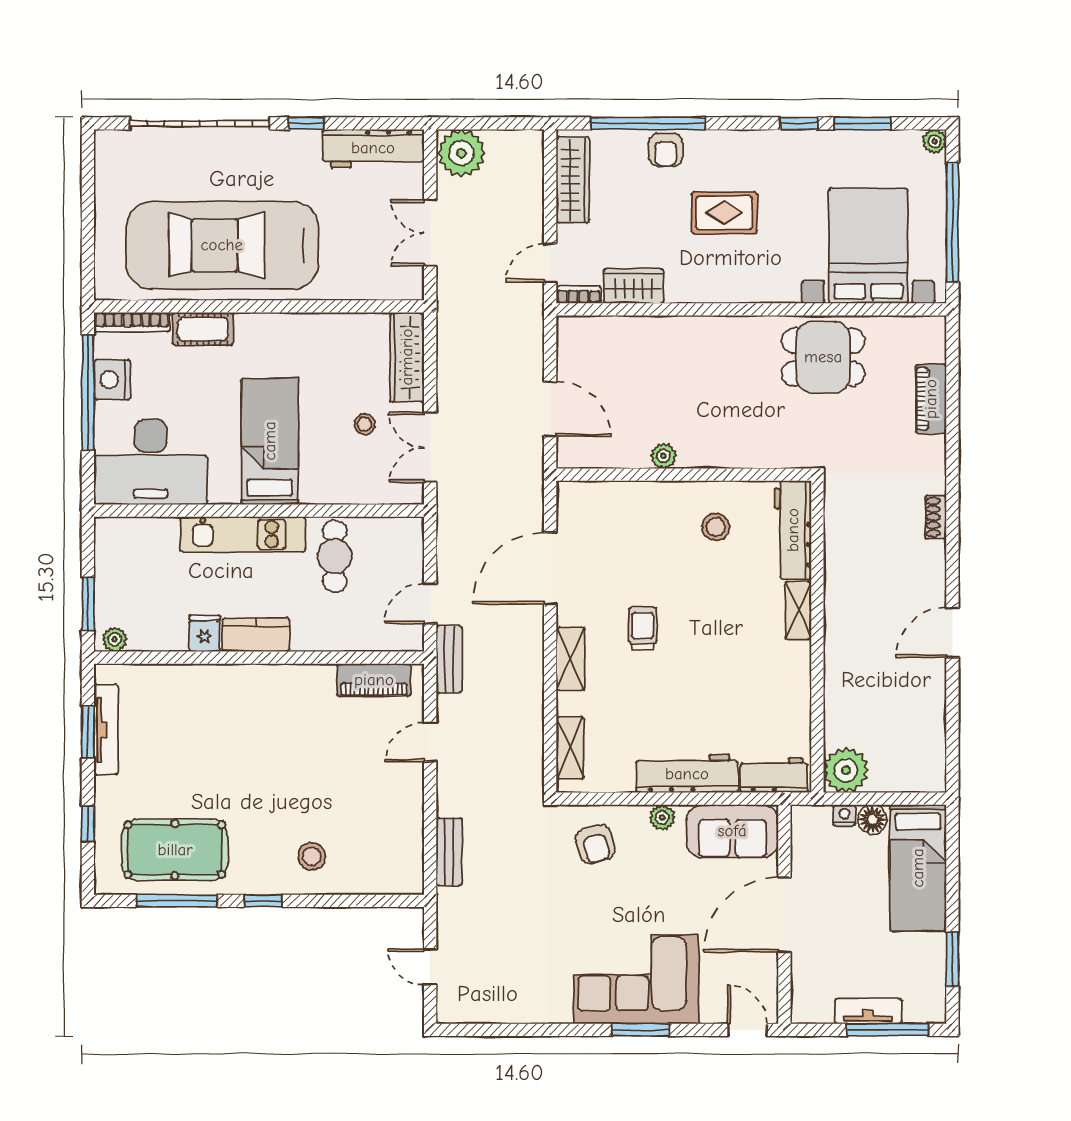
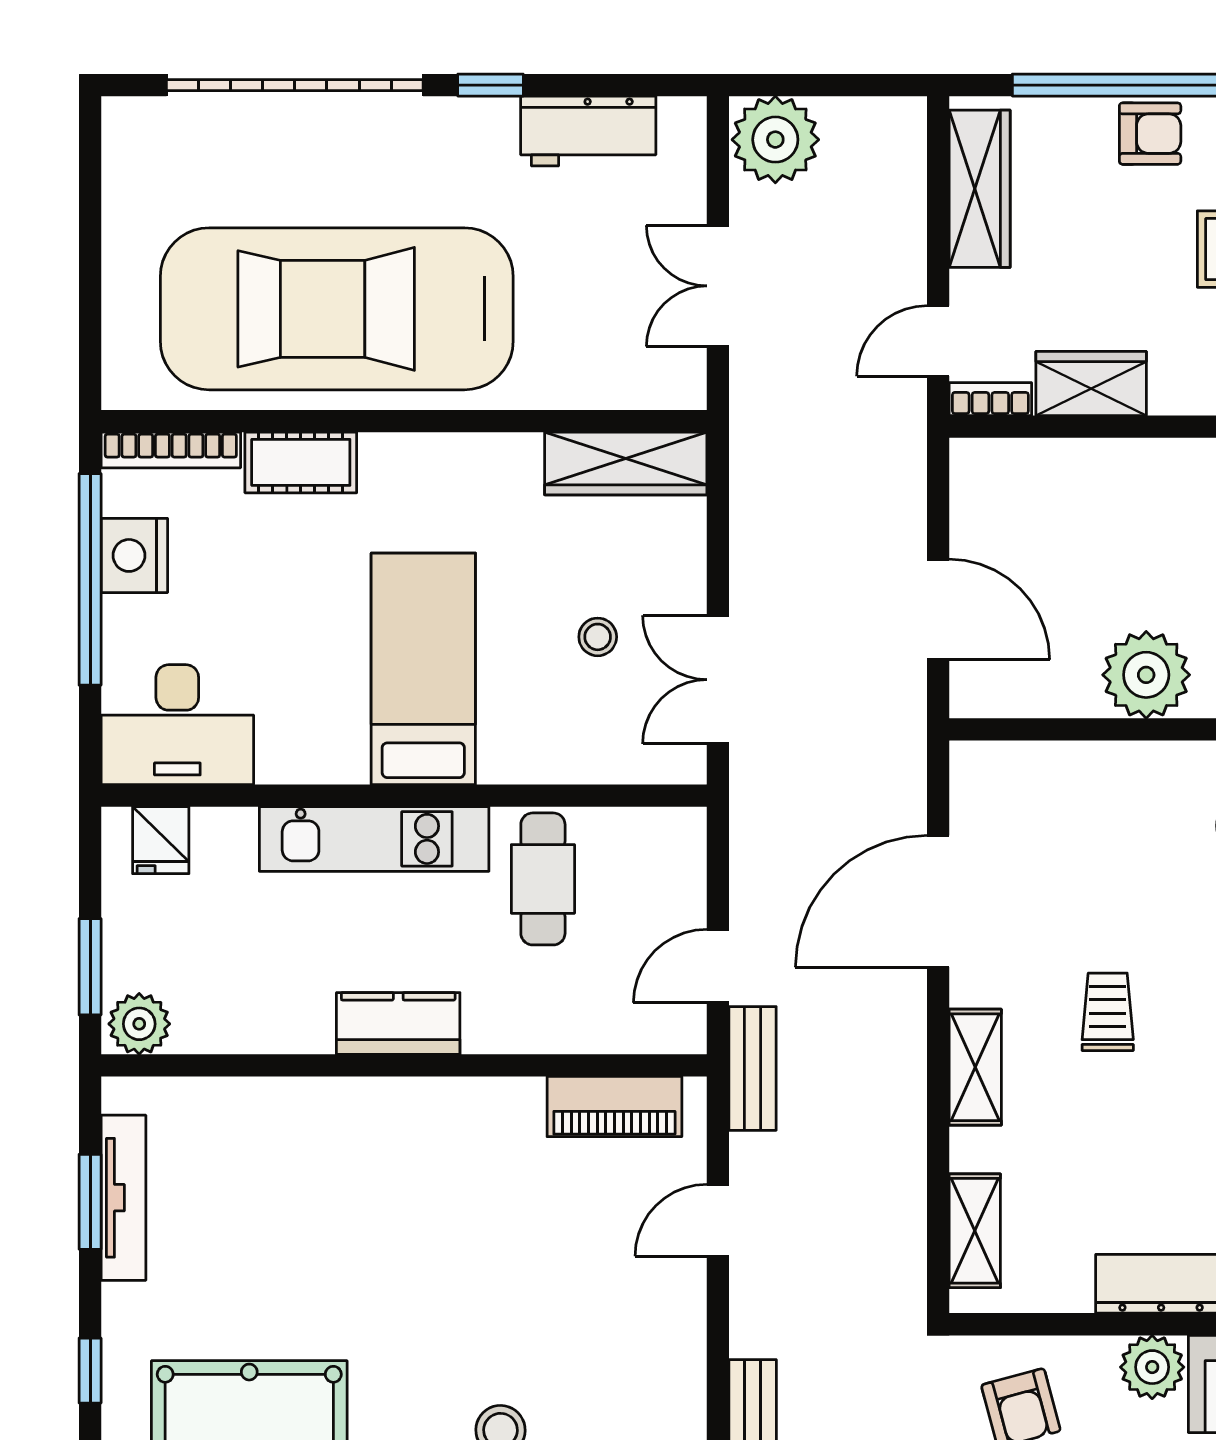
workbench: (373, 148) -> (588, 131), width x0.73
armchair: (666, 150) -> (1150, 134), turned -90
wardrobe: (407, 357) -> (626, 463), moved, turned -90
plant: (664, 456) -> (1146, 675), width x1.88, depth x1.88
desk: (151, 462) -> (177, 725), width x0.73, depth x0.77
fridge: (205, 633) -> (161, 840), moved, turned 180
plant: (115, 640) -> (139, 1024), width x1.38, depth x1.38
plant: (662, 817) -> (1152, 1367), width x1.38, depth x1.38

